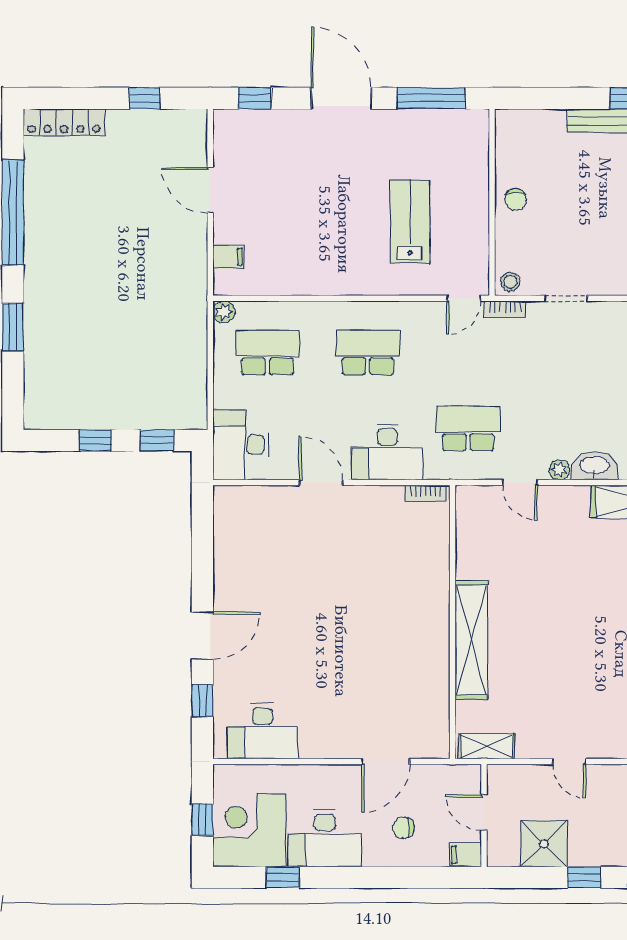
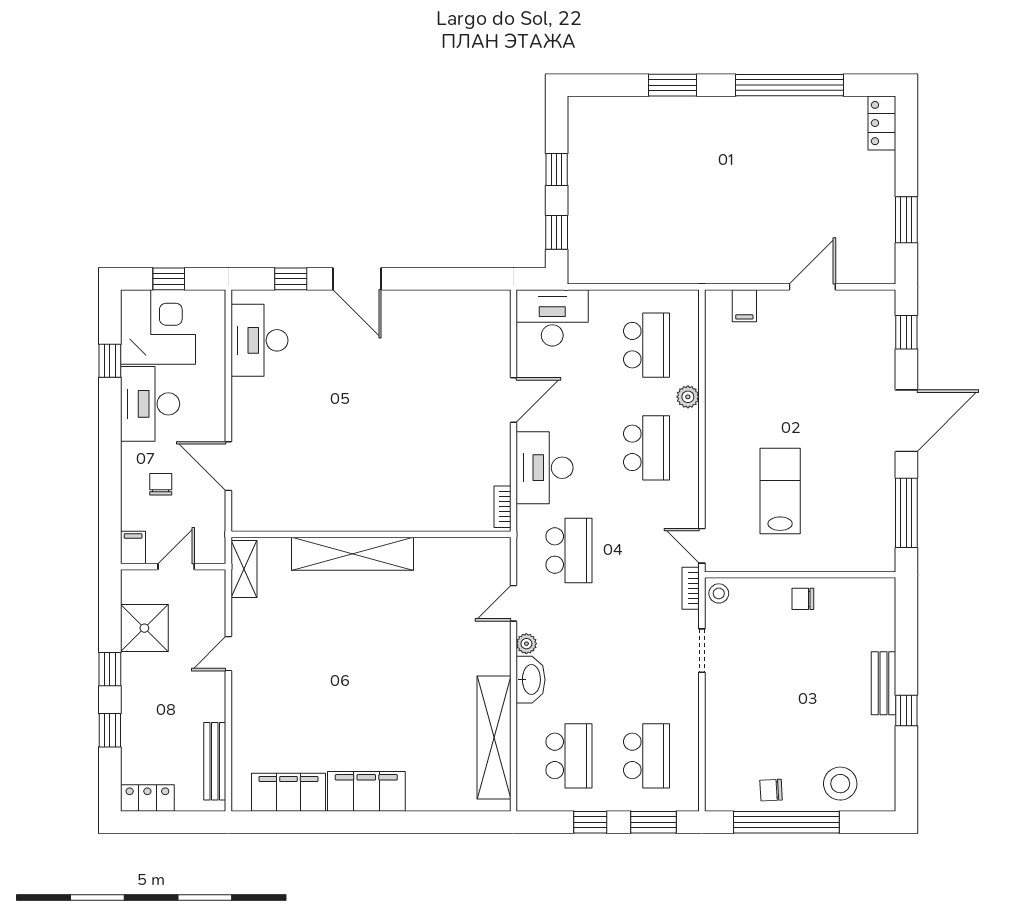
window: (145, 98) -> (906, 220), width x1.50
locker: (64, 122) -> (882, 123), width x0.66
lab bench: (410, 222) -> (780, 491), turned -90
plant: (224, 312) -> (688, 397), moved

